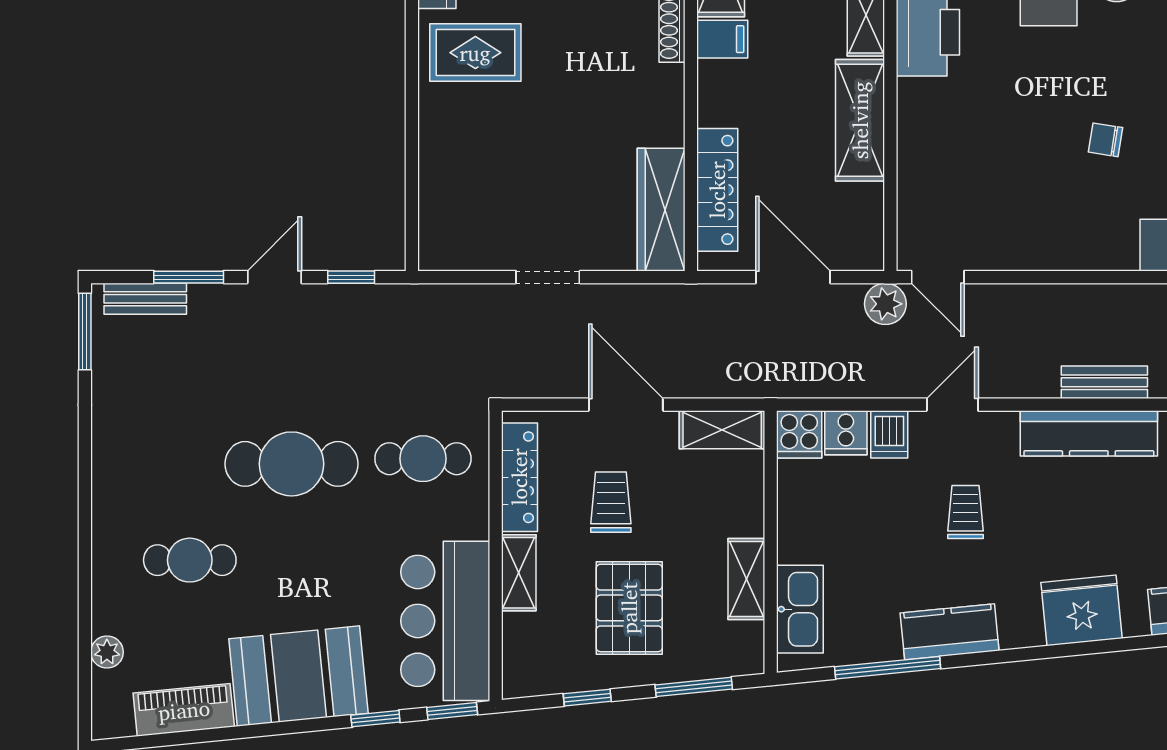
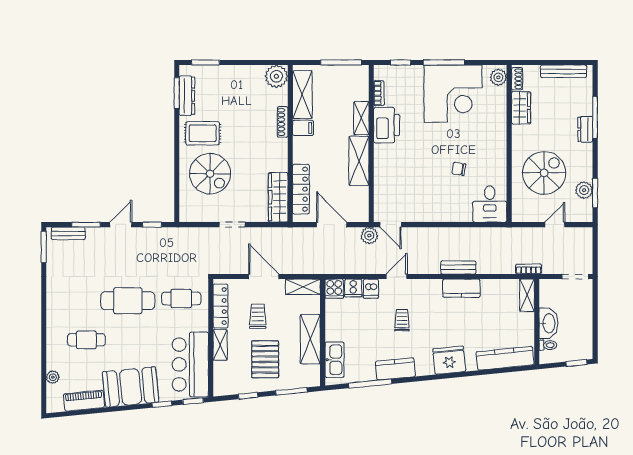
spiral stairs: (494, 152) -> (210, 174), added
kitchen counter: (1089, 433) -> (461, 288), width x0.67
shelving: (746, 579) -> (310, 339), width x1.50, depth x1.33

